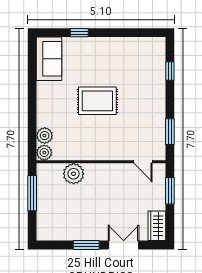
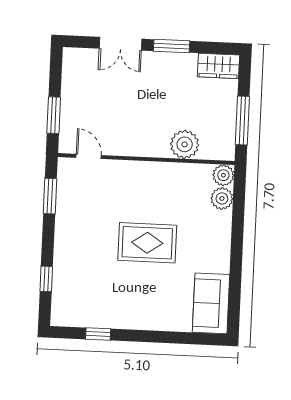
window: (79, 33) -> (98, 334), moved
wardrobe: (157, 226) -> (218, 66), moved, turned 90

